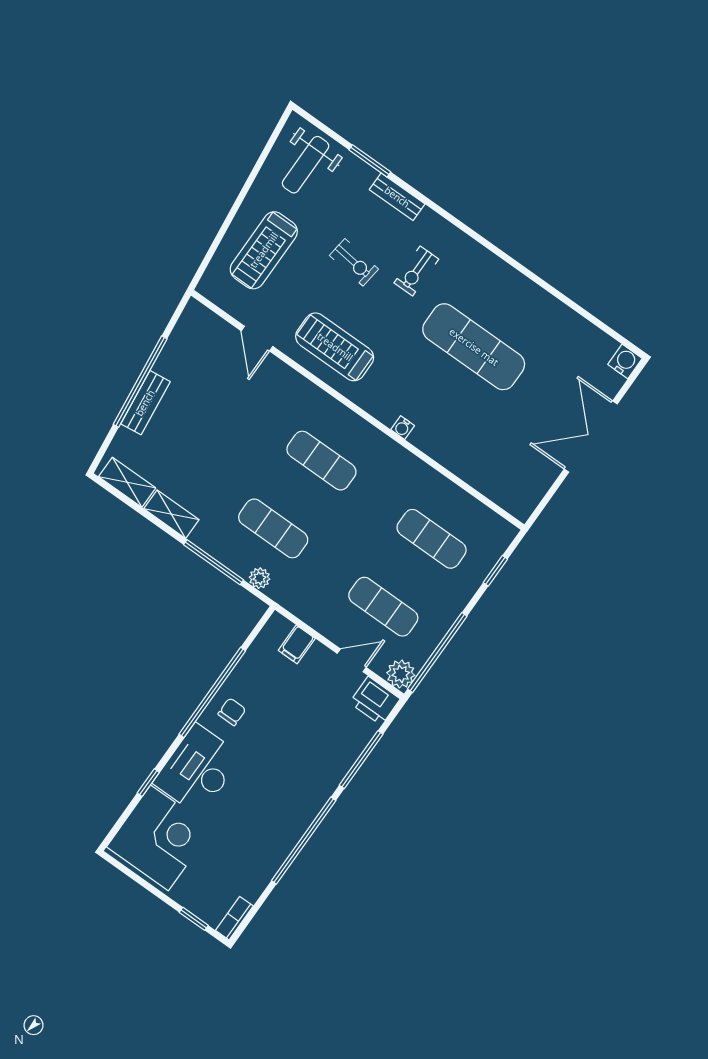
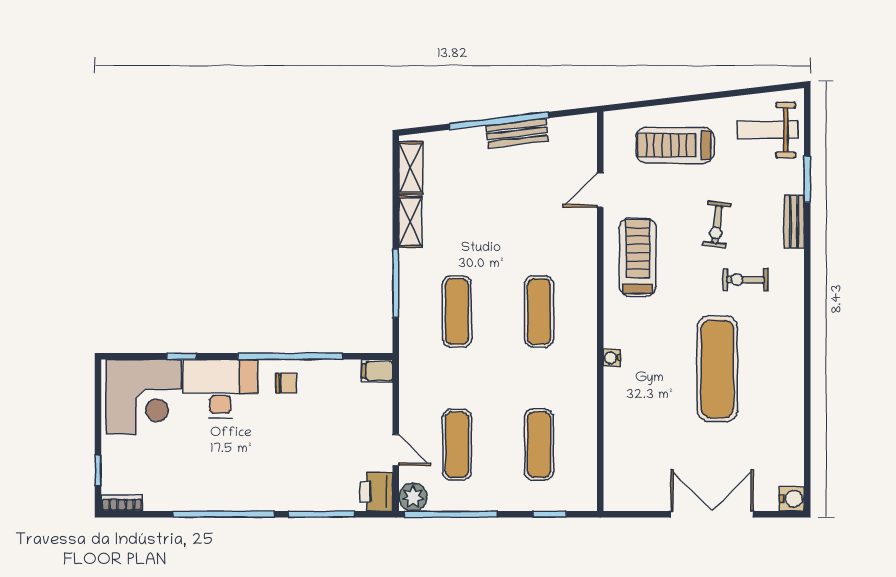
bench: (145, 403) -> (517, 133), moved
plant: (259, 578) -> (409, 329), removed
filing cabinet: (297, 644) -> (377, 371), moved

